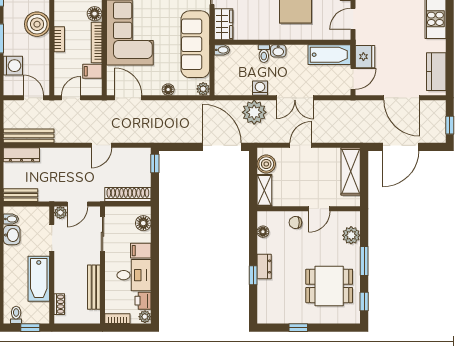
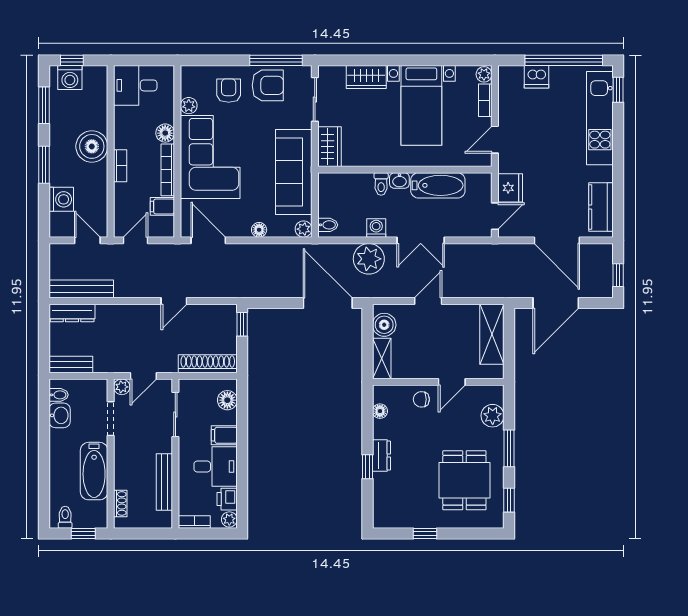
bidet: (222, 50) -> (328, 225), moved
bathtub: (329, 55) -> (438, 185), moved
dining table: (329, 286) -> (464, 480), turned 90

